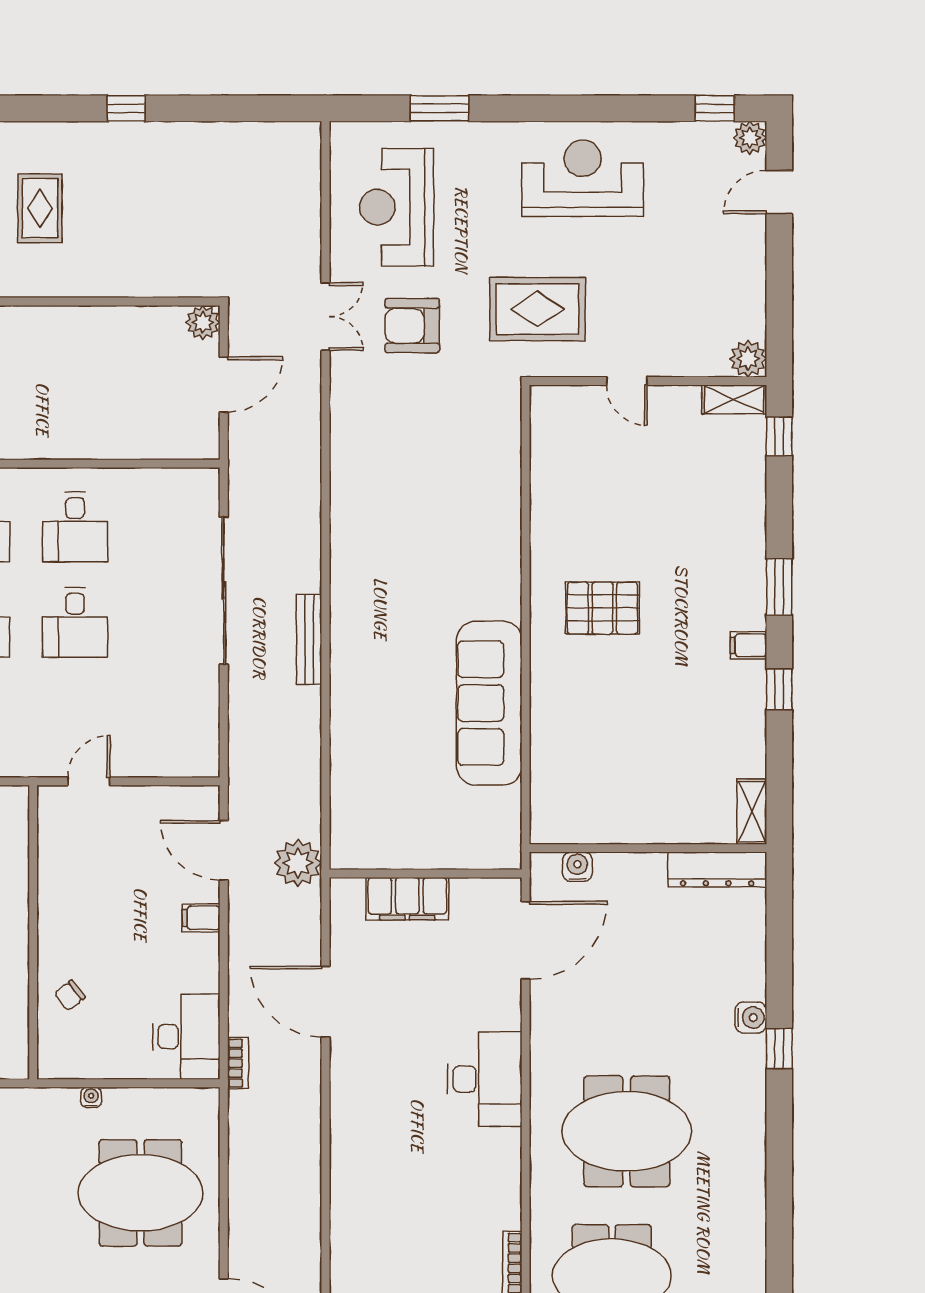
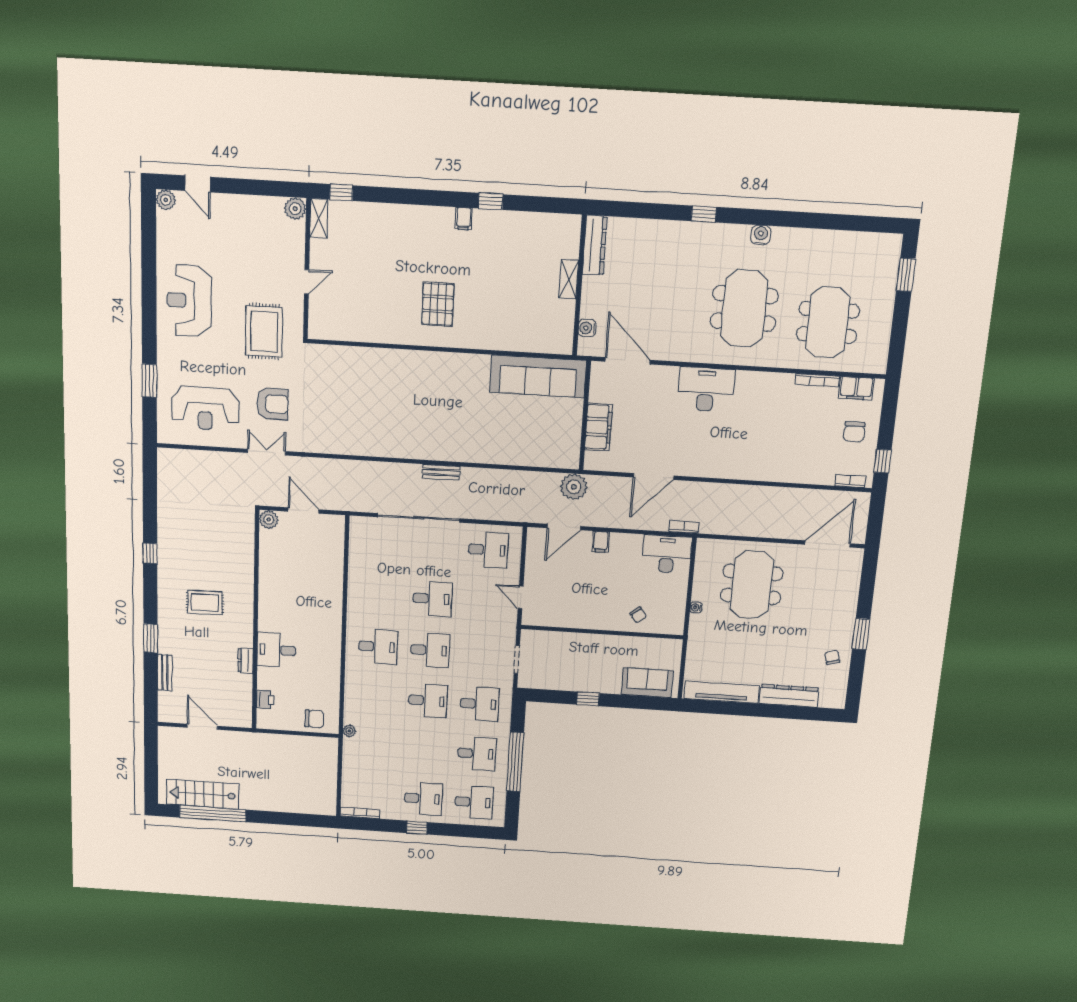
window: (715, 108) -> (149, 220), removed
armchair: (412, 326) -> (272, 404), turned -90
desk: (75, 527) -> (488, 550), moved
window: (779, 587) -> (430, 198), removed
bench: (309, 639) -> (441, 472), width x0.73
sofa: (489, 703) -> (538, 376), moved
shelving: (752, 812) -> (569, 279), moved, turned 90
water cooler: (751, 1018) -> (761, 235), moved

